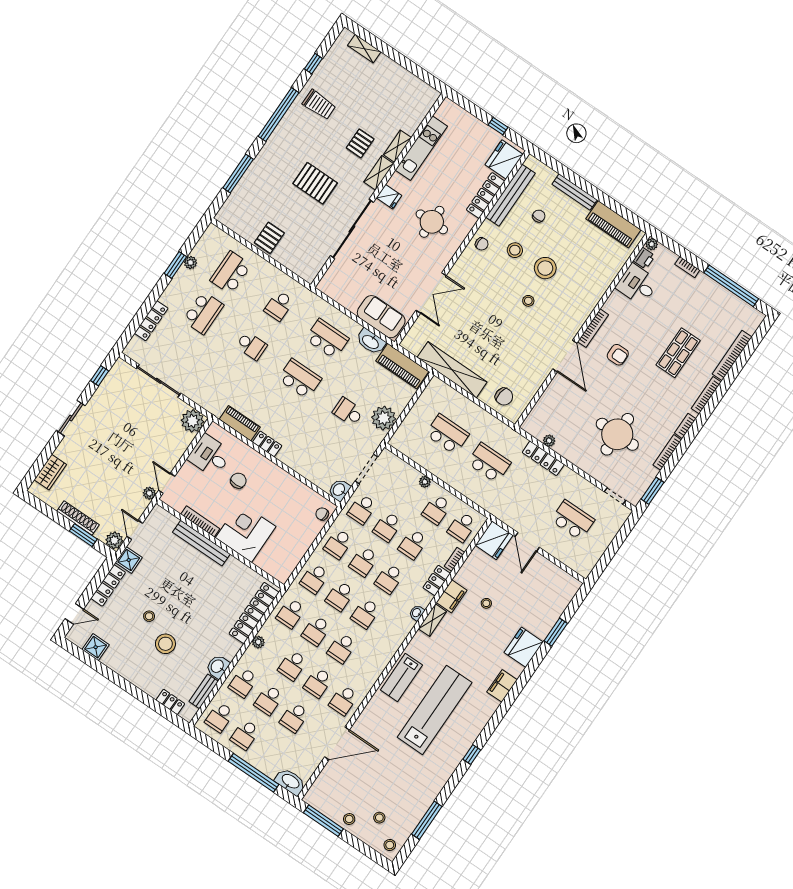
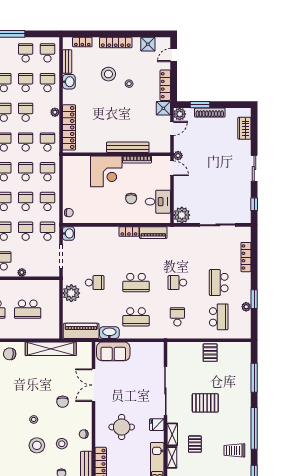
chair: (480, 298) -> (63, 402), added
door: (135, 530) -> (172, 128), hinge flipped
locker: (132, 675) -> (116, 43), added

